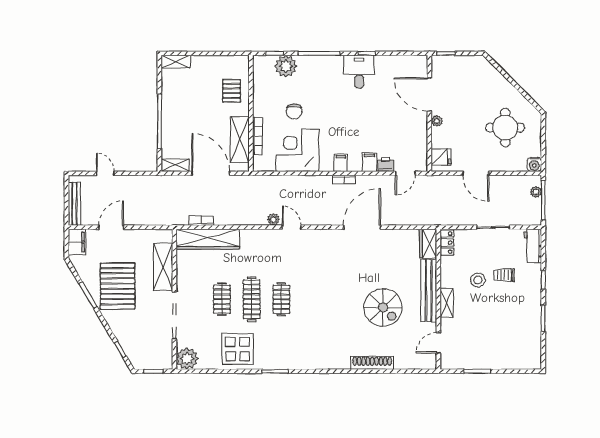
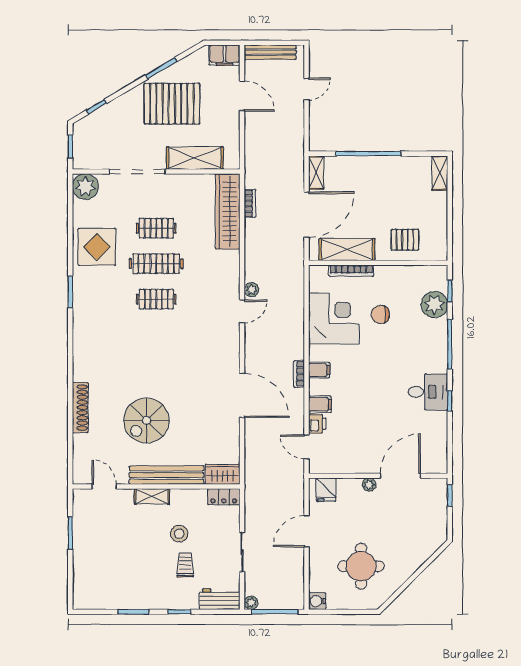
plant: (536, 192) -> (251, 603), moved

